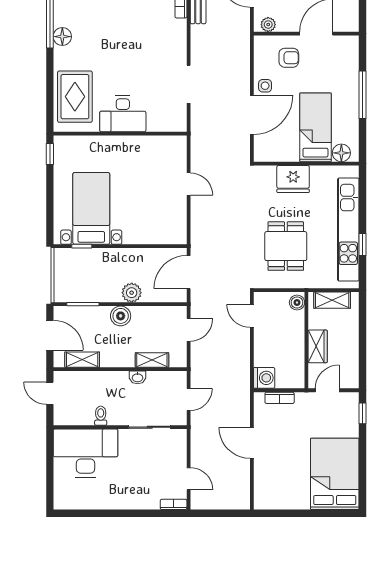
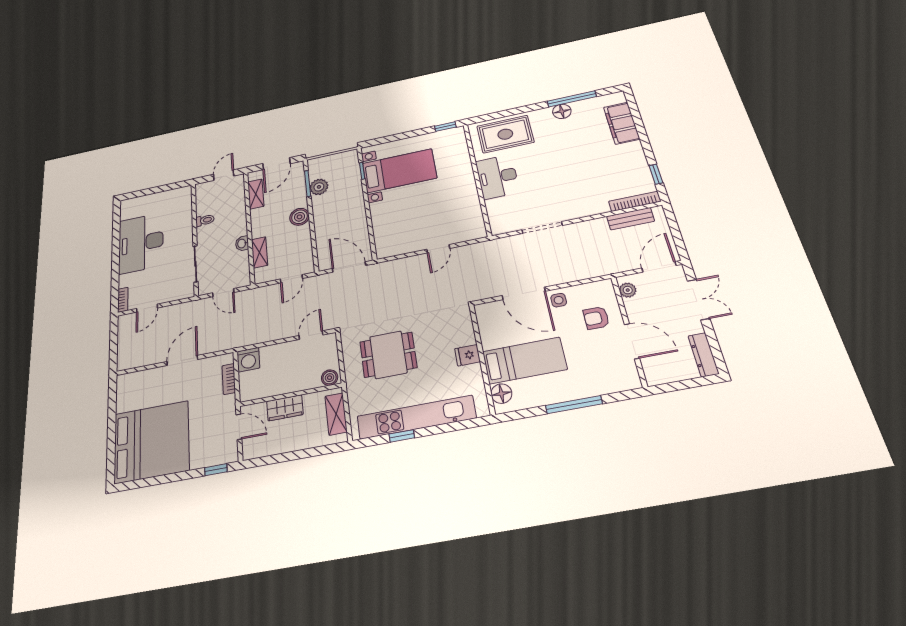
armchair: (289, 58) -> (596, 318), turned 90
fridge: (293, 179) -> (467, 355), width x0.53, depth x0.75
plant: (132, 293) -> (319, 187), moved
door: (189, 330) -> (291, 279), hinge flipped
desk: (86, 453) -> (141, 243), moved, turned 180
bed: (335, 474) -> (151, 442), width x1.36

